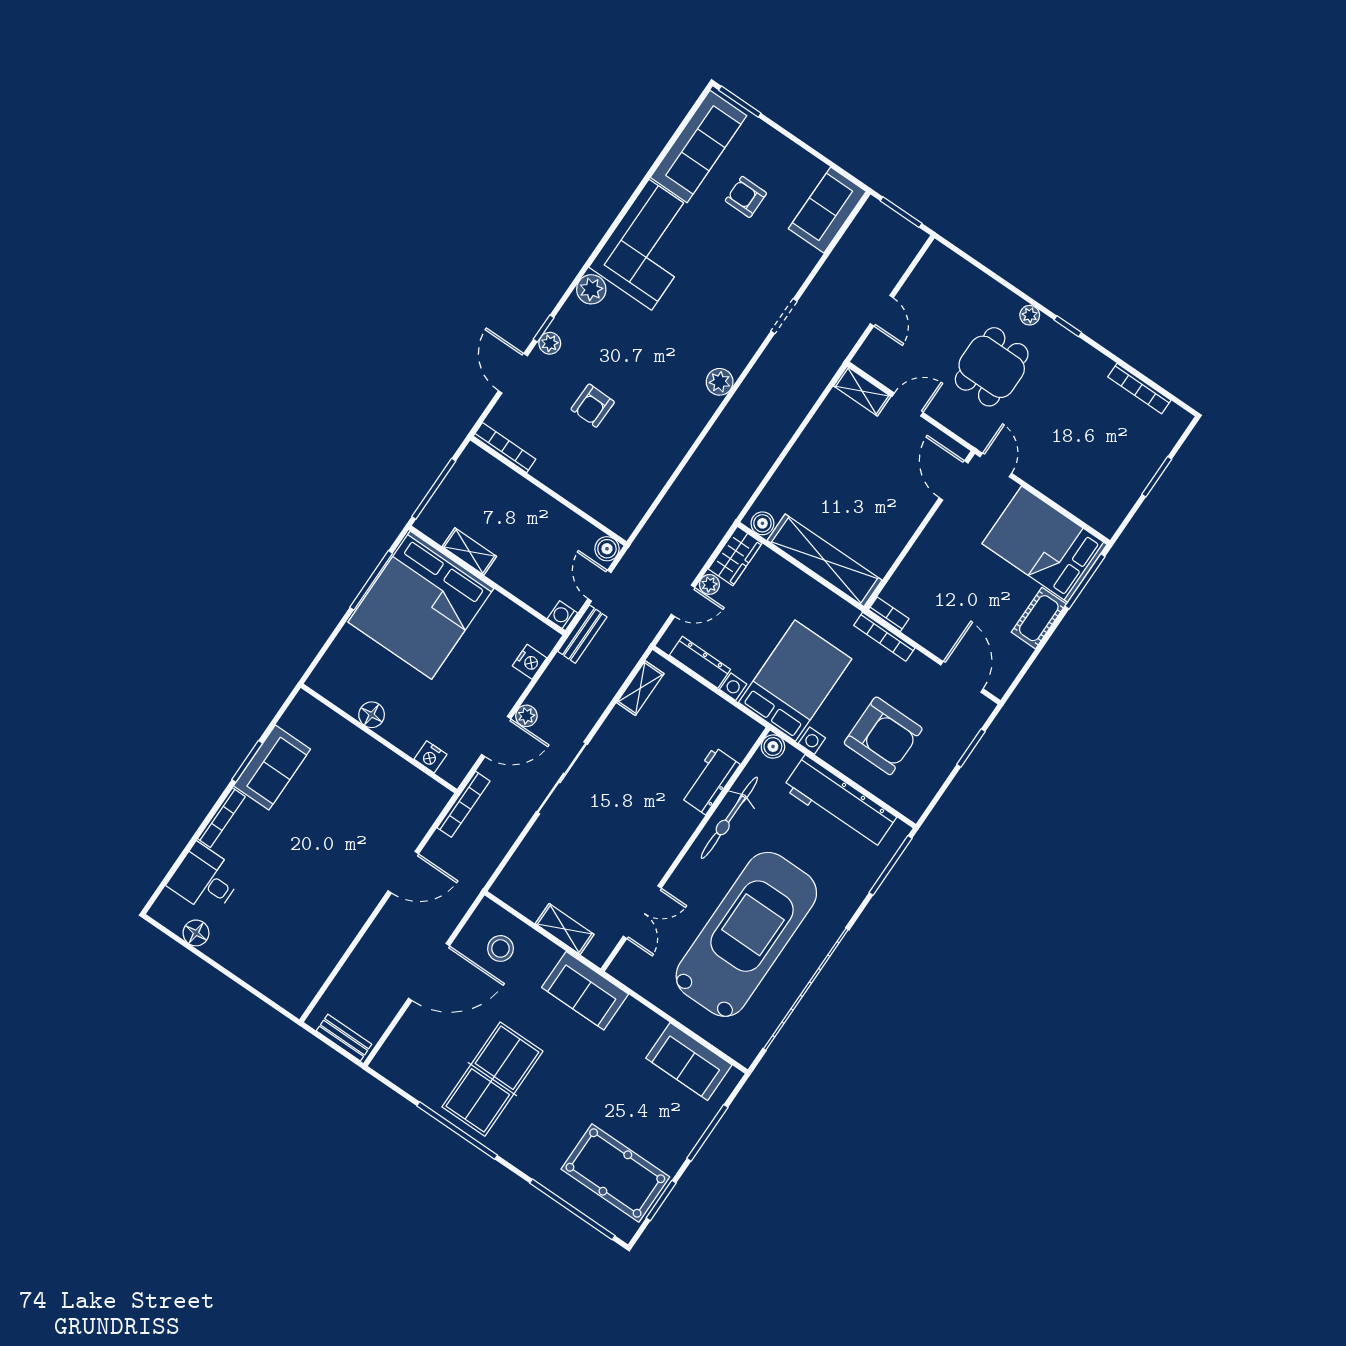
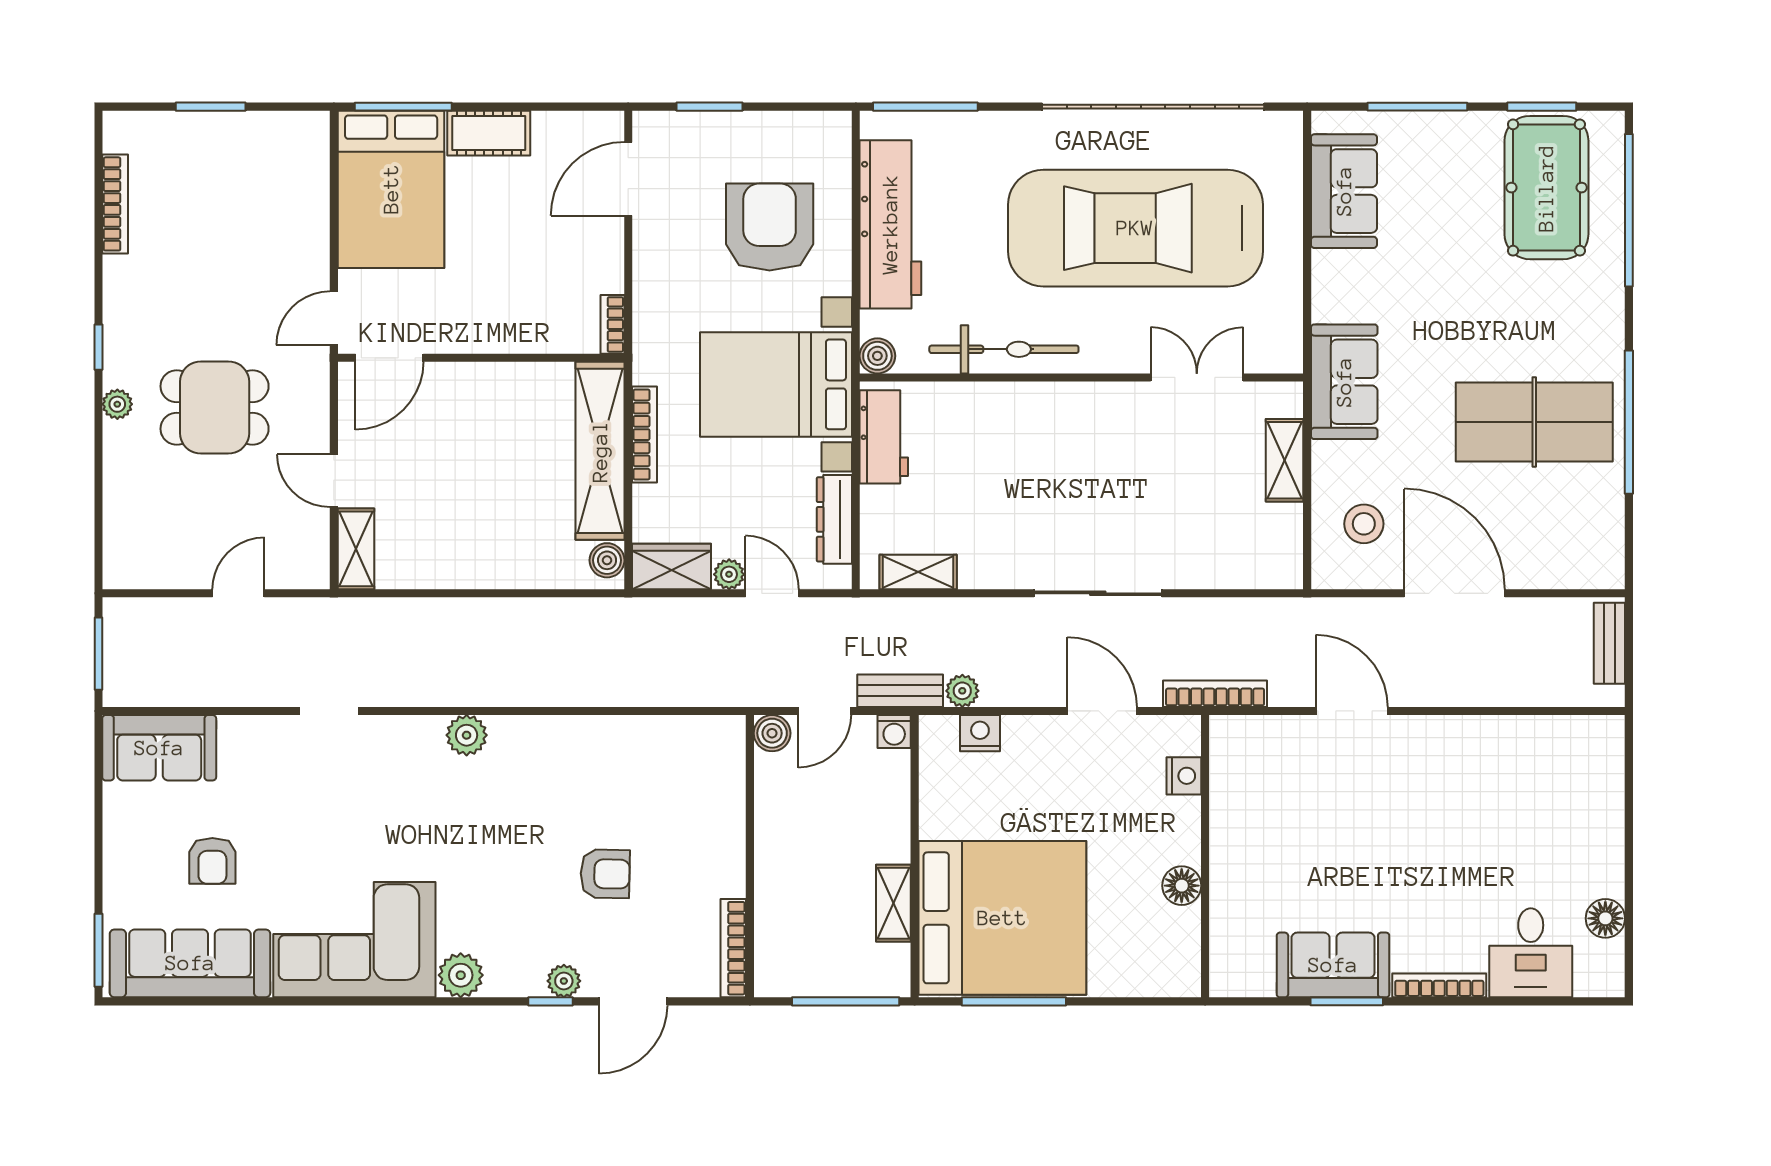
bookcase: (884, 637) -> (644, 435), moved
plant: (526, 716) -> (962, 691), moved
workbench: (710, 781) -> (884, 437), moved, turned -90

